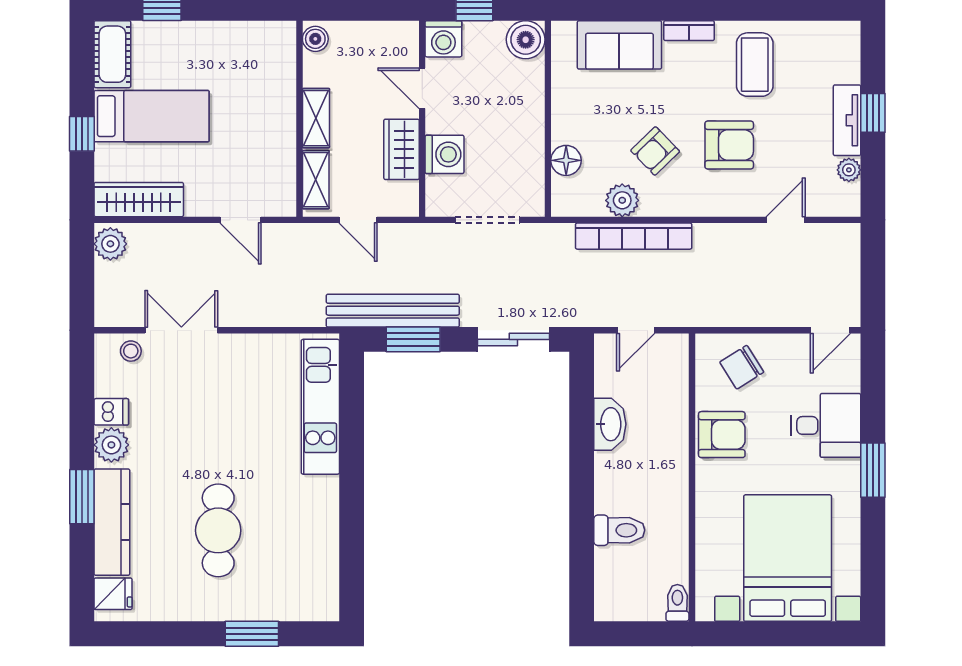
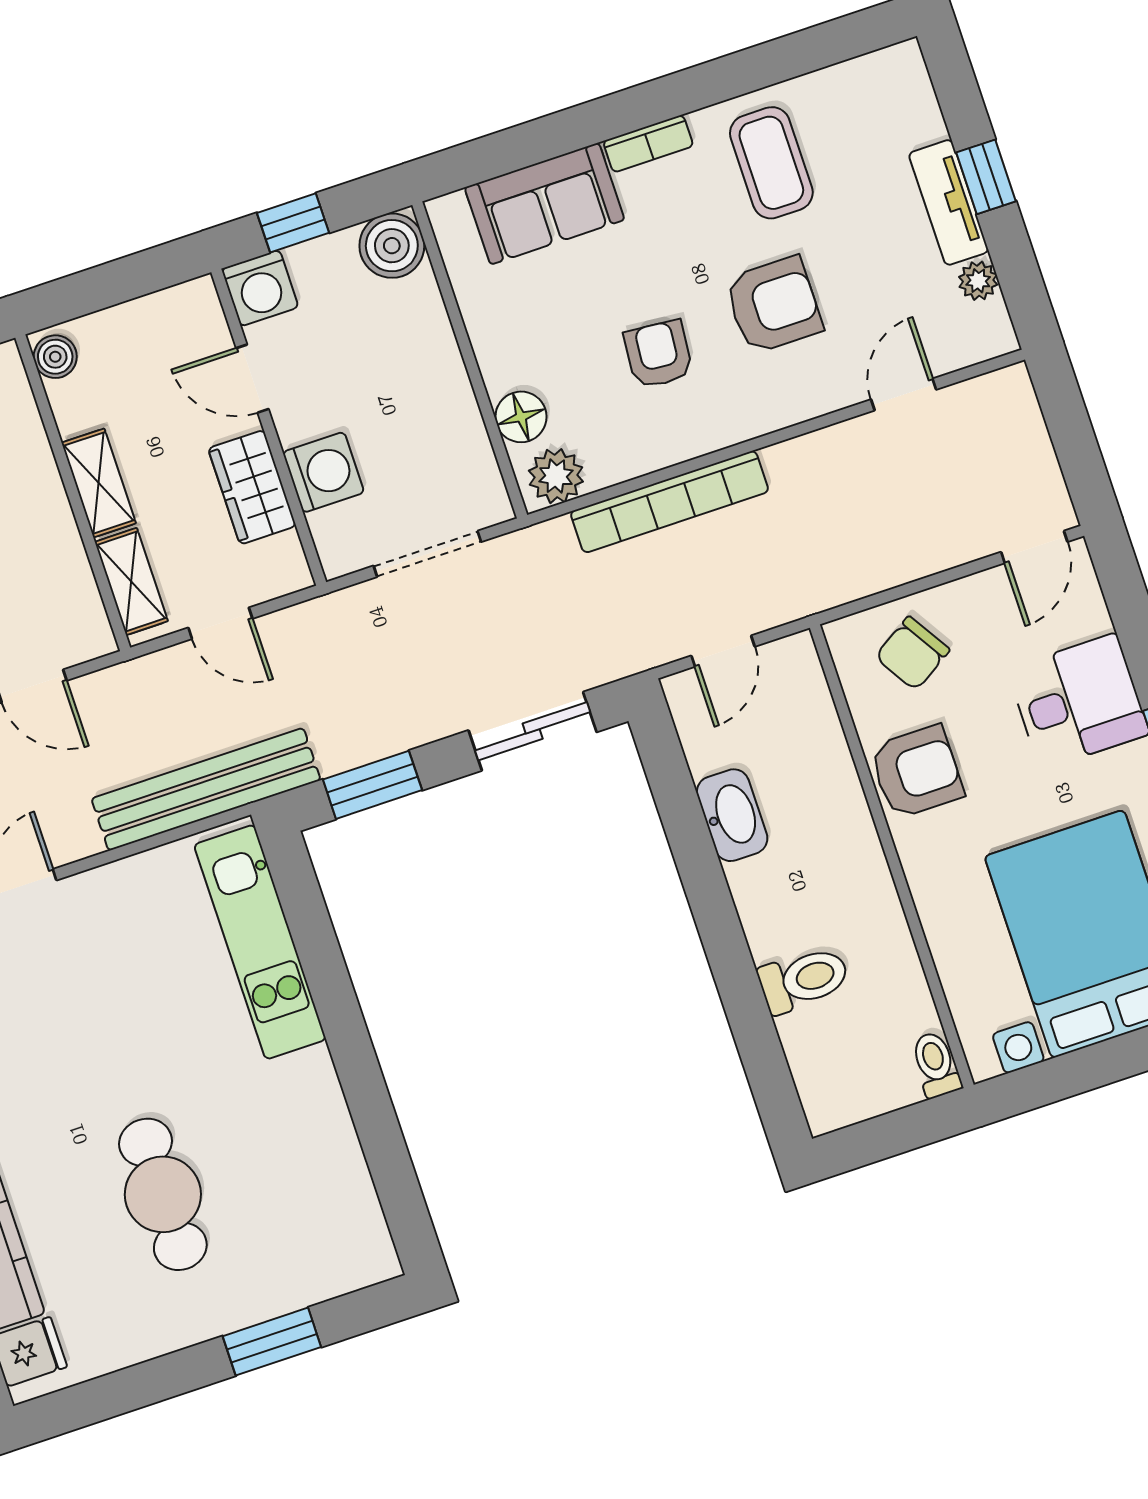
armchair: (655, 151) -> (658, 354), turned 139
plant: (622, 200) -> (556, 476), moved
bench: (393, 311) -> (206, 789), moved

